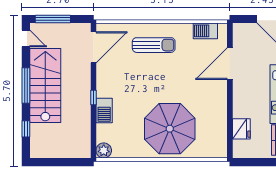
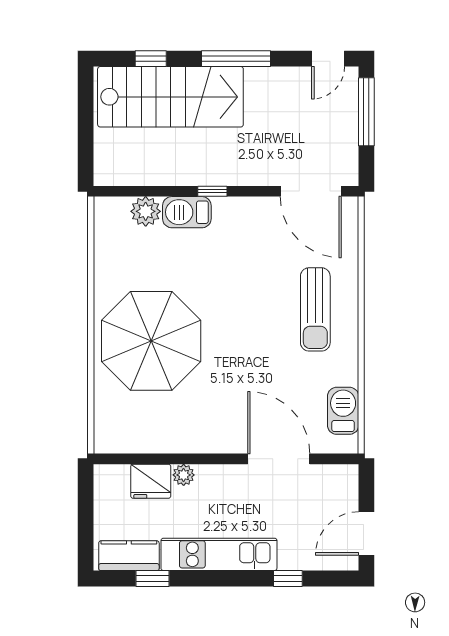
stairs: (45, 85) -> (170, 97), moved
plant: (238, 112) -> (184, 475), added
plant: (104, 150) -> (146, 211), moved

